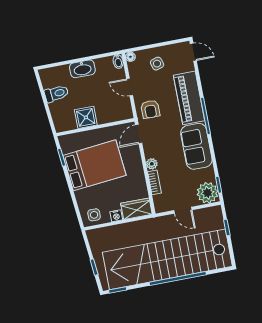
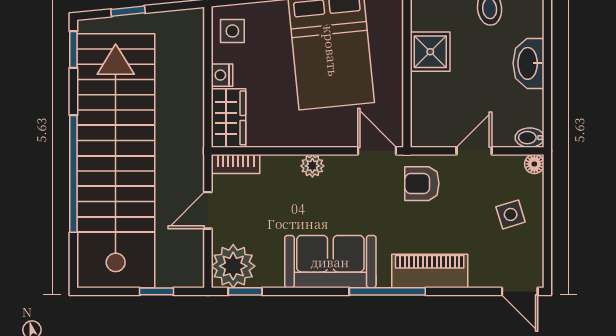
door: (193, 52) -> (520, 291), hinge flipped
piano: (189, 98) -> (430, 271), width x0.73, depth x0.75
bookcase: (154, 182) -> (236, 164), moved

